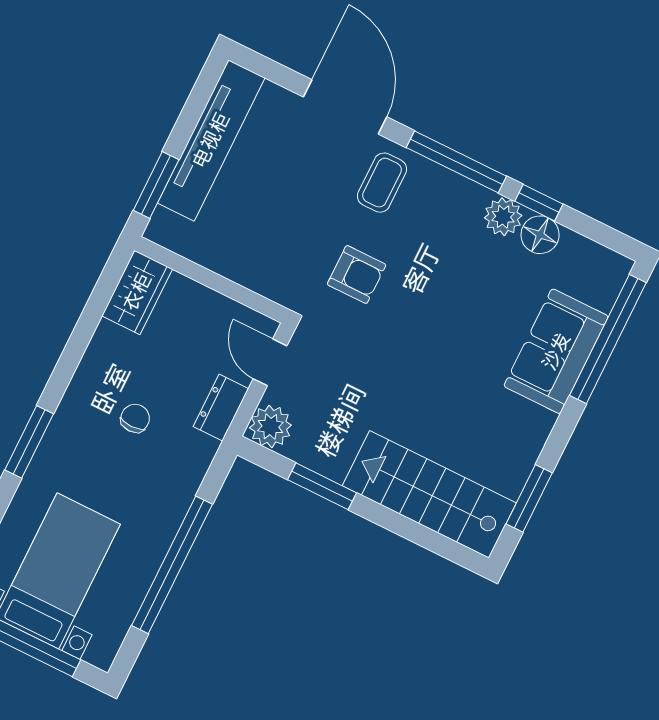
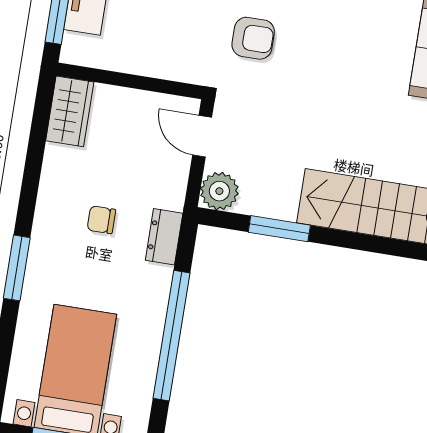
dresser: (221, 408) -> (164, 237), moved
chair: (135, 418) -> (101, 220), turned -90

